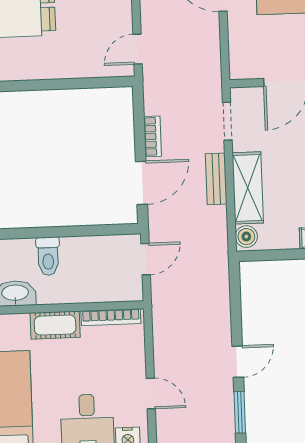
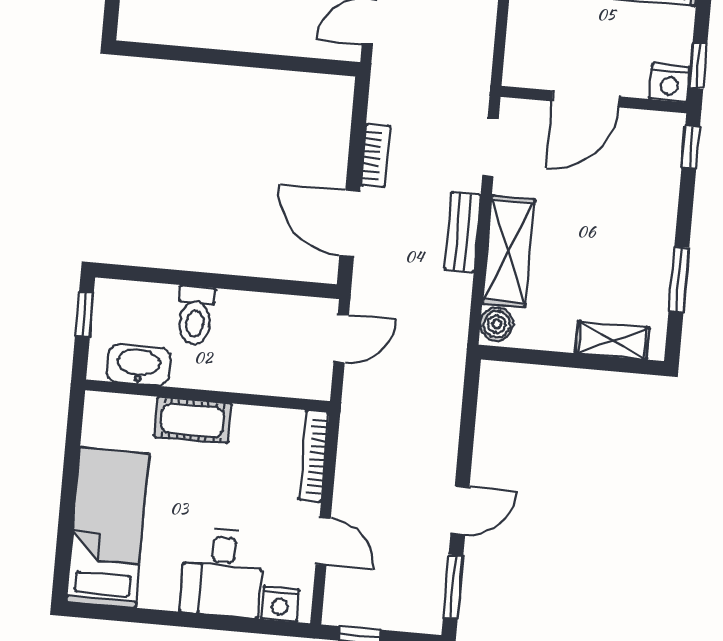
door: (141, 183) -> (350, 223), swing flipped
bookcase: (111, 317) -> (314, 456), moved, turned 90

